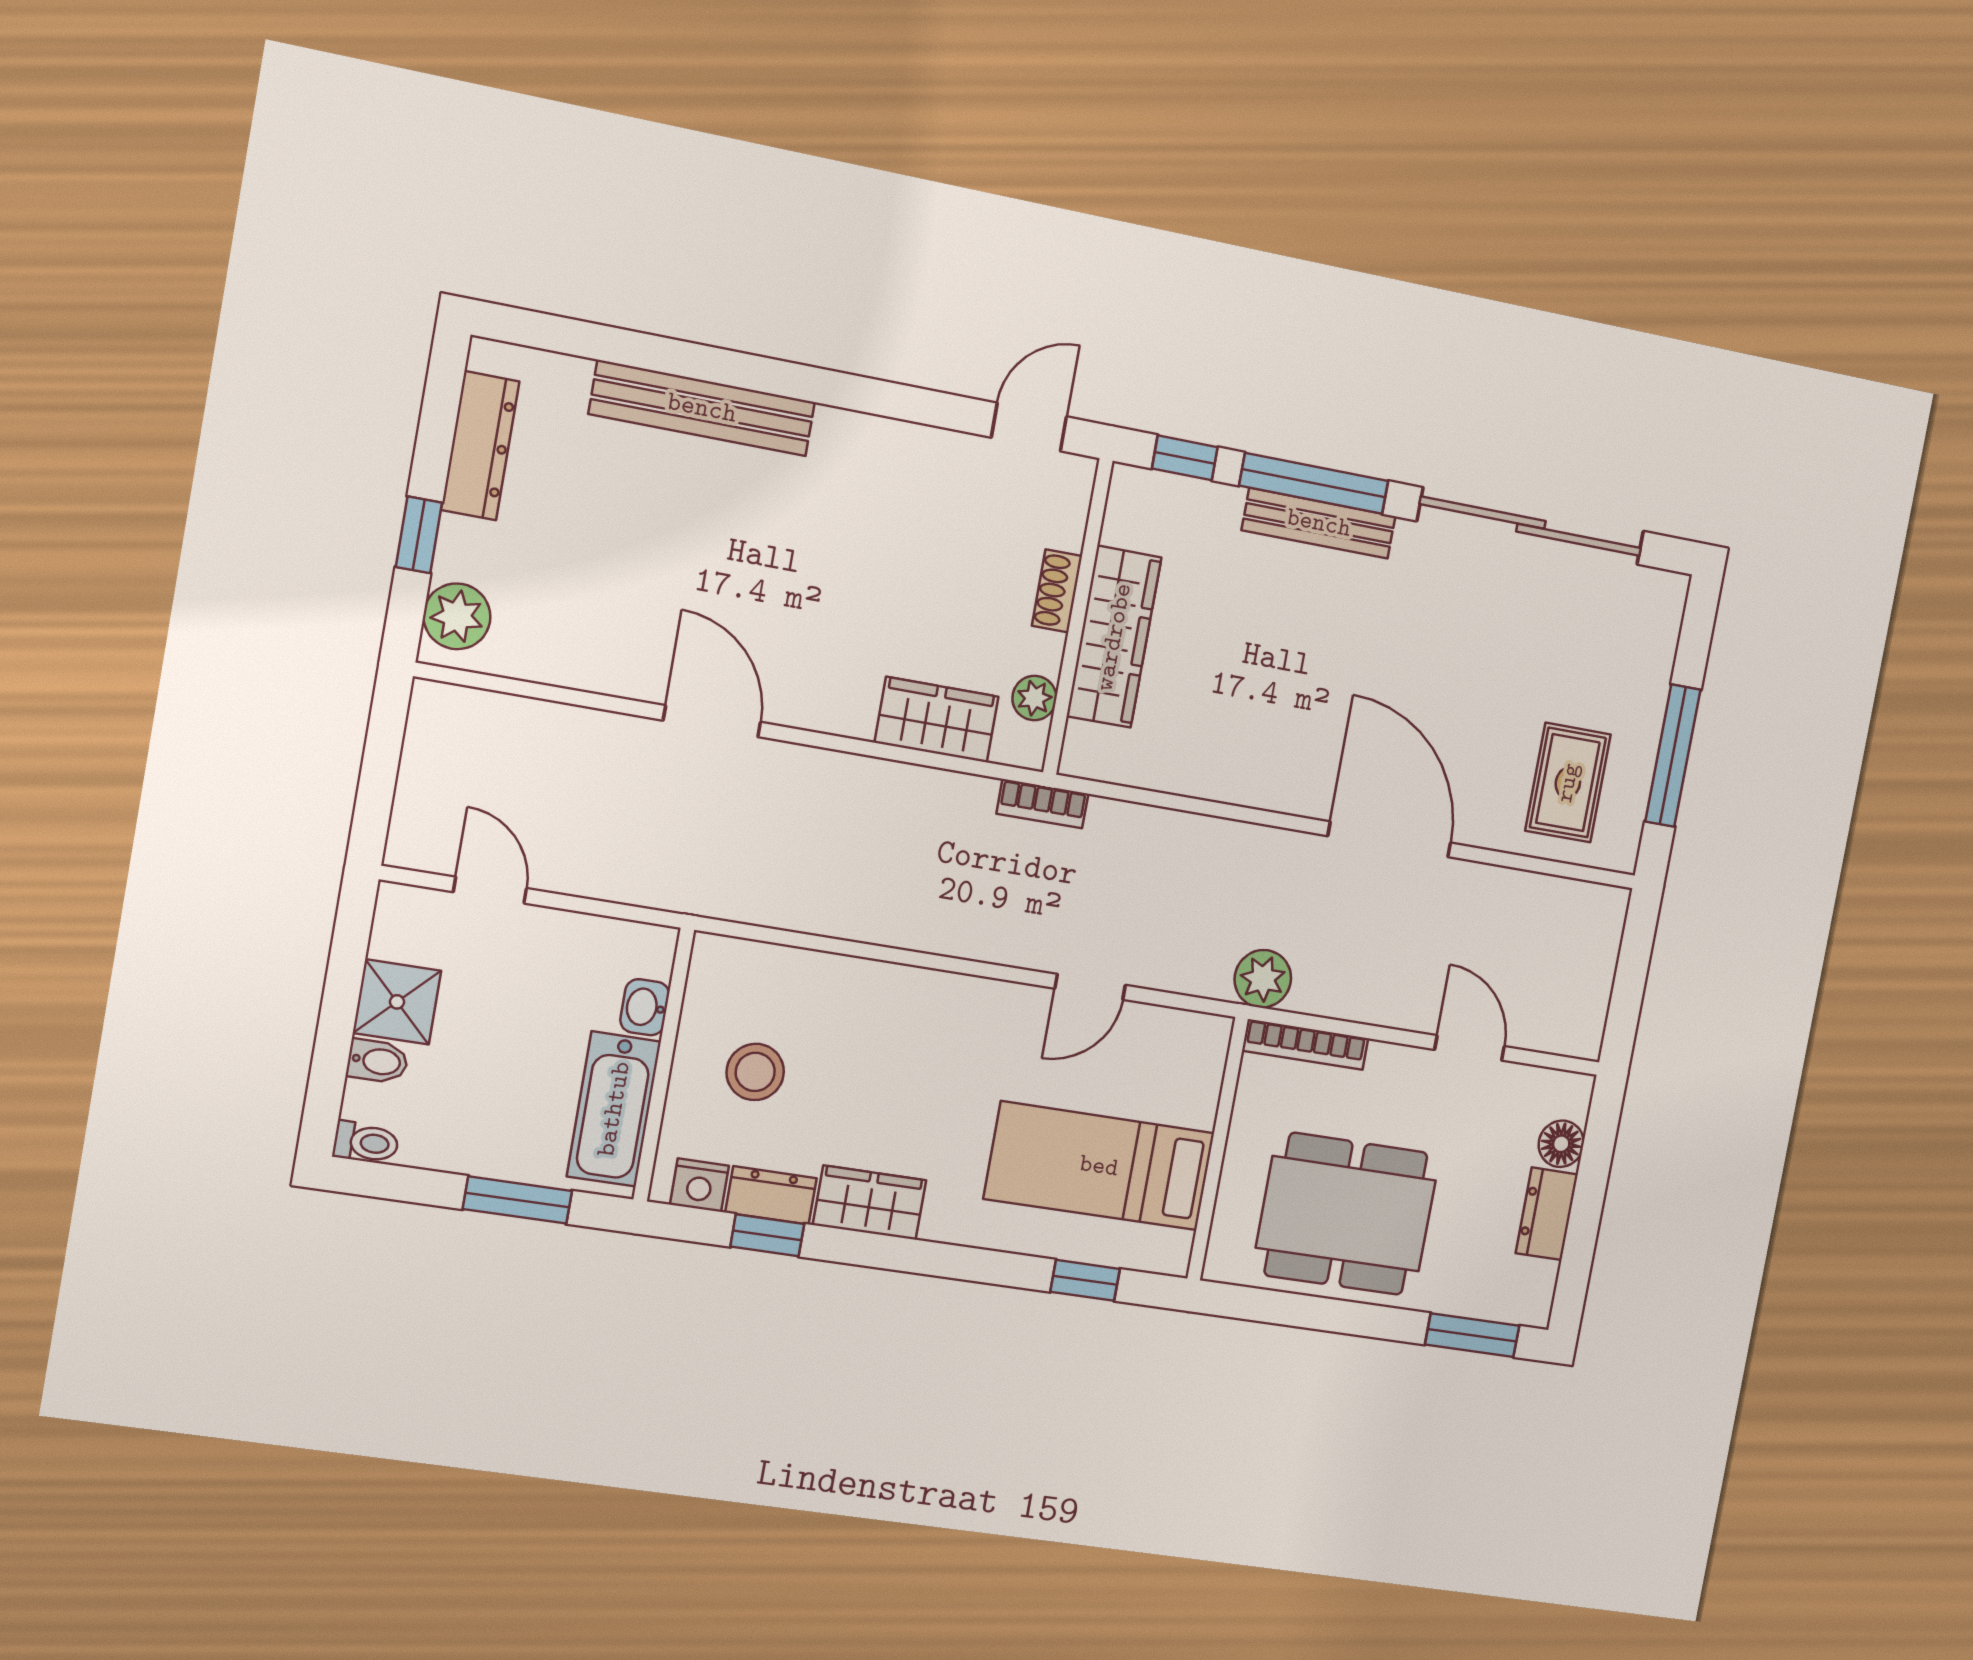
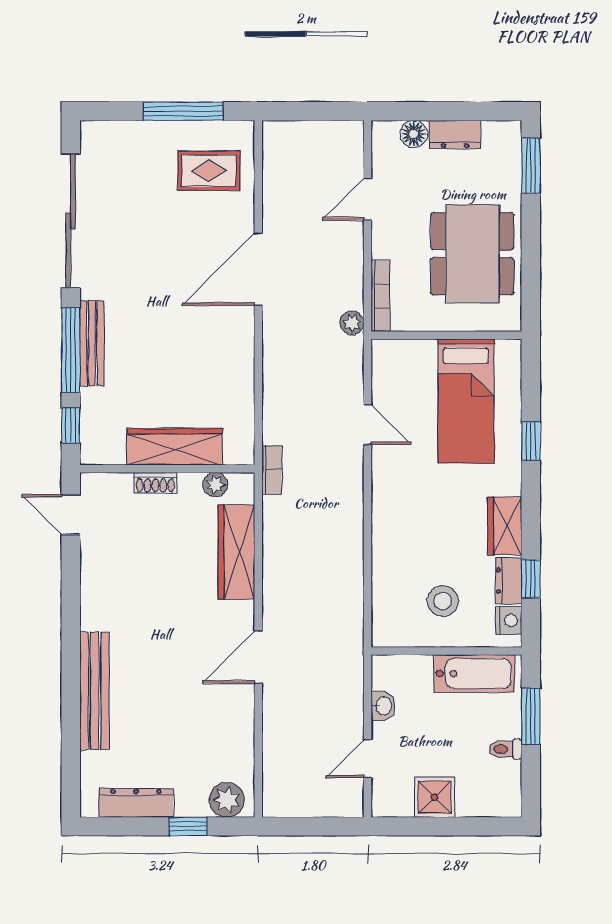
wardrobe: (937, 720) -> (236, 552), width x1.50
plant: (1263, 979) -> (352, 323), width x0.73, depth x0.73
washbasin: (645, 1007) -> (383, 706), moved, turned -90
bidet: (378, 1061) -> (467, 802), removed
toilet: (366, 1142) -> (505, 749), moved, turned -90
window: (1085, 1280) -> (531, 441), moved

